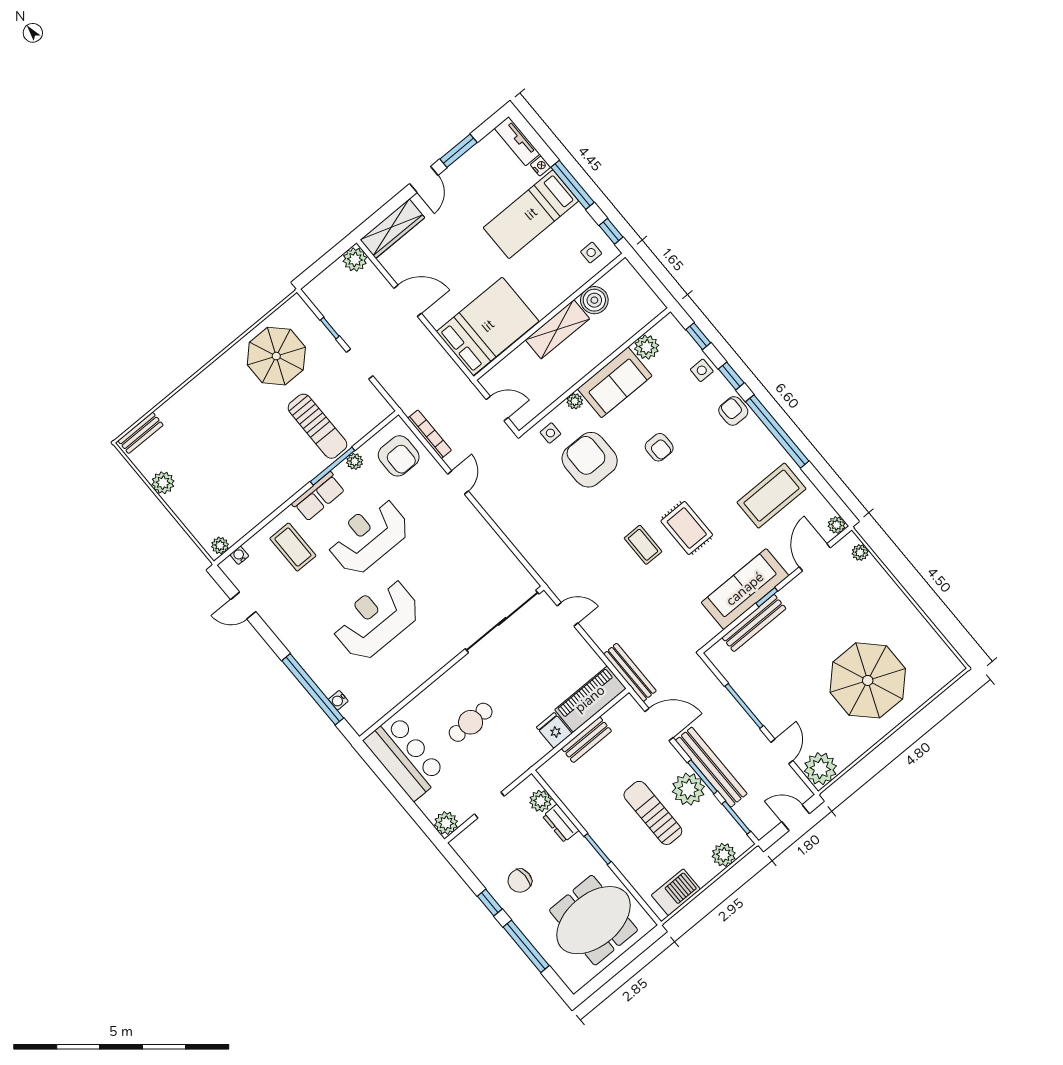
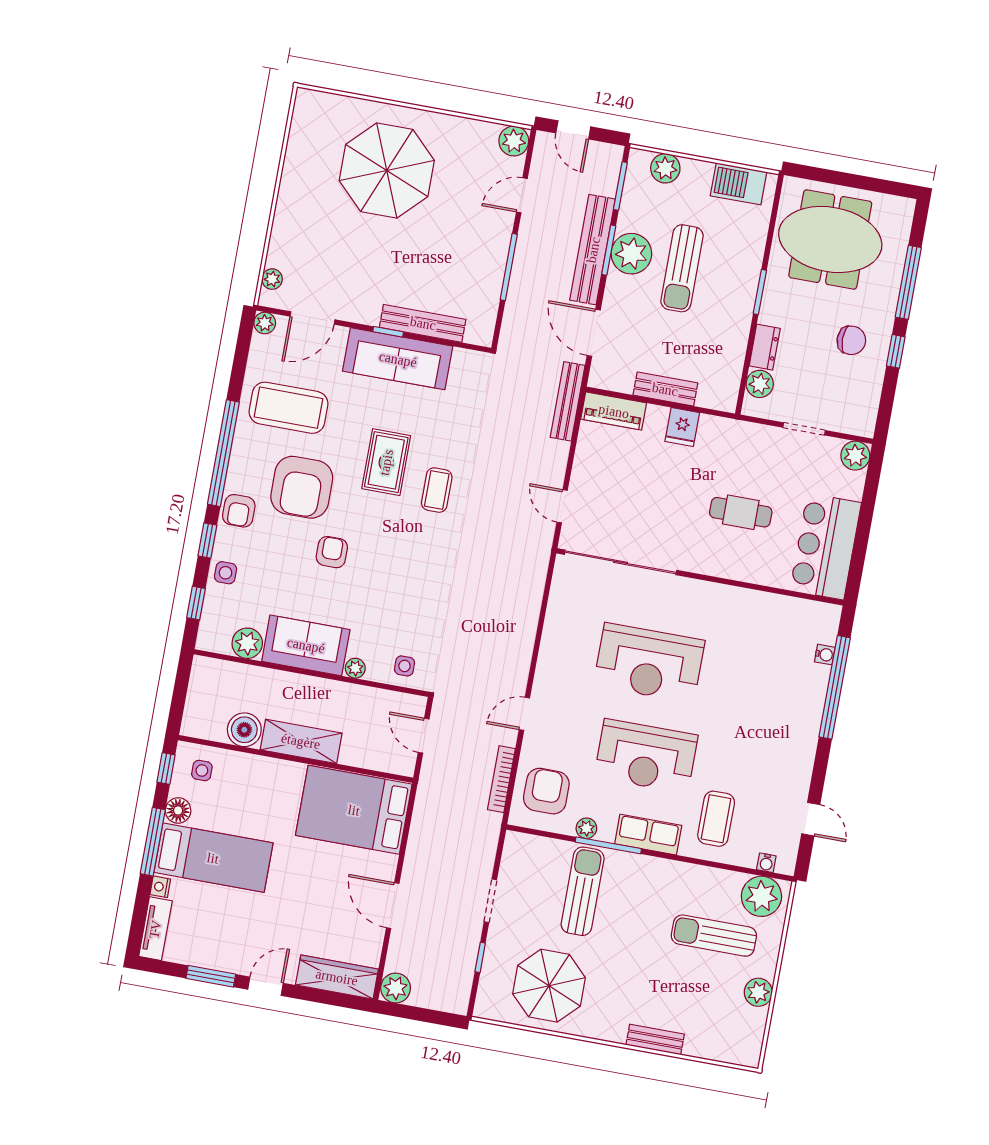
floor lamp: (579, 217) -> (178, 810), added
bench: (141, 433) -> (655, 1040), moved
armchair: (590, 460) -> (302, 487), moved
sun lounger: (221, 485) -> (714, 936), added
plant: (220, 545) -> (761, 896), width x1.87, depth x1.87
reception desk: (376, 619) -> (649, 663), moved
piano: (590, 699) -> (614, 411), width x0.73, depth x0.75
plant: (820, 769) -> (514, 141), width x0.73, depth x0.73

